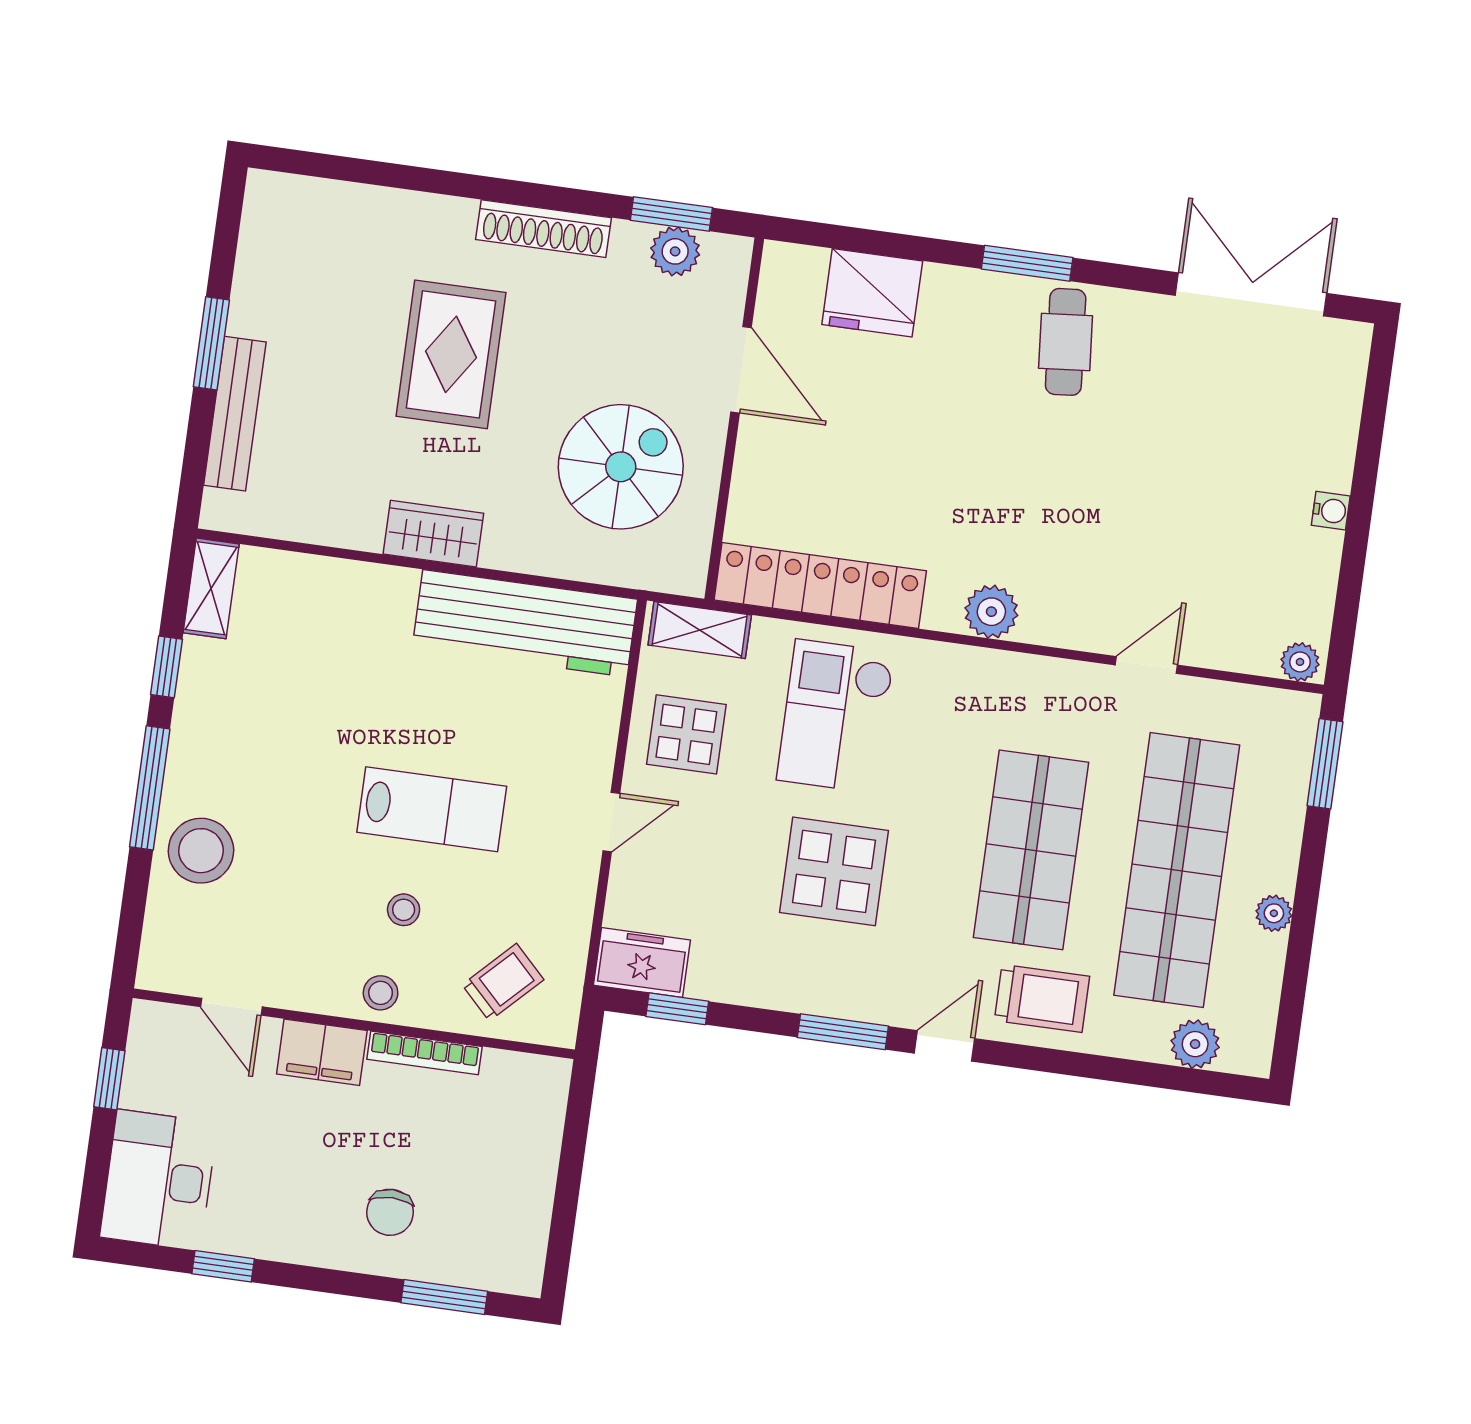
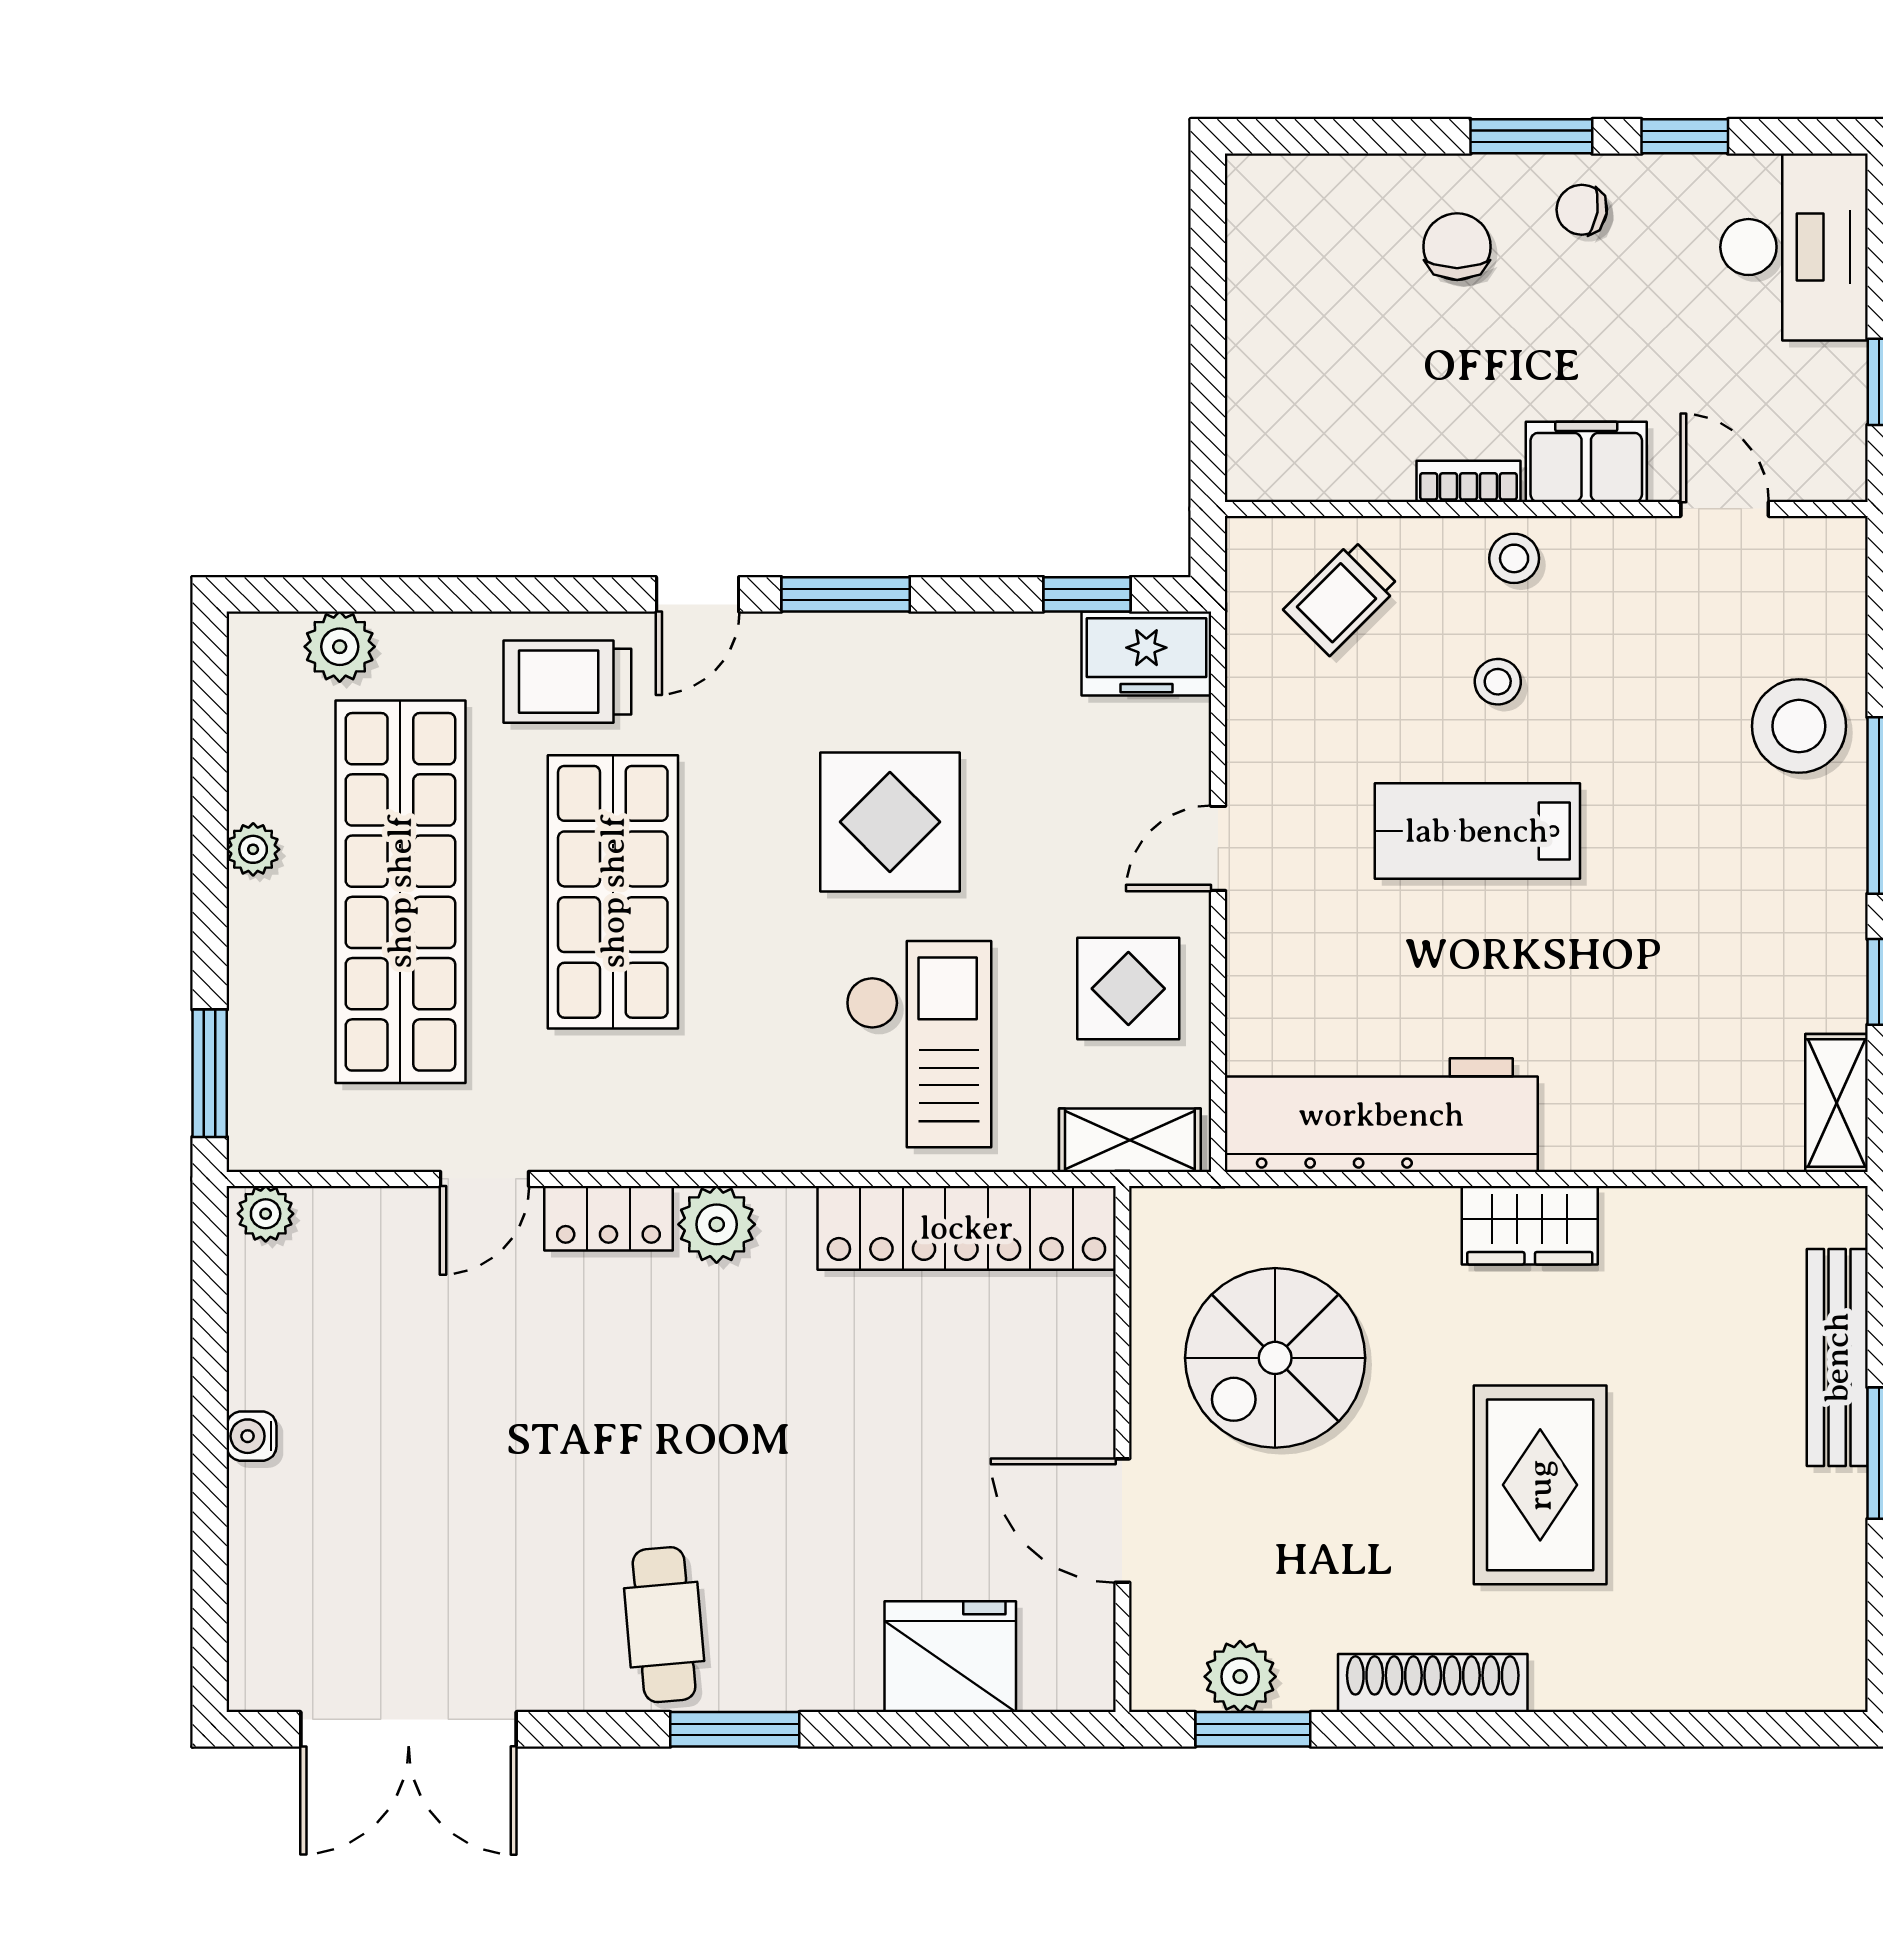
locker: (1065, 626) -> (608, 1218), added
bookcase: (425, 1053) -> (1469, 481), width x0.64
chair: (301, 1226) -> (1582, 210), added
window: (444, 1297) -> (1531, 136), moved

